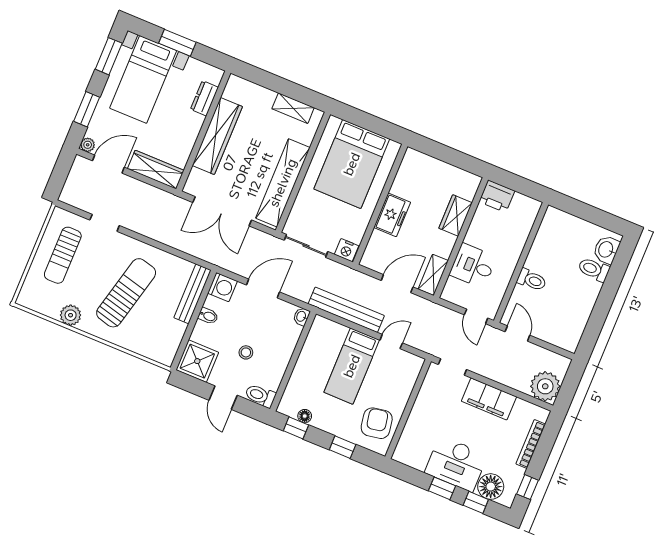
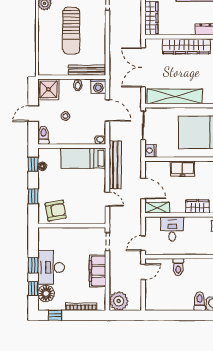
sun lounger: (126, 293) -> (71, 31), turned 76
bed: (352, 366) -> (83, 158), moved

